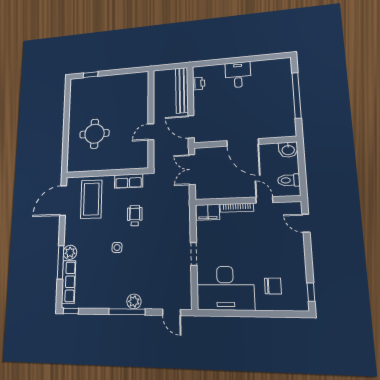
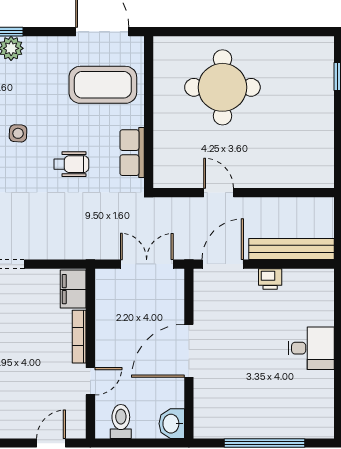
printer: (199, 83) -> (270, 279), moved
round table: (94, 134) -> (222, 87), width x1.36, depth x1.36

